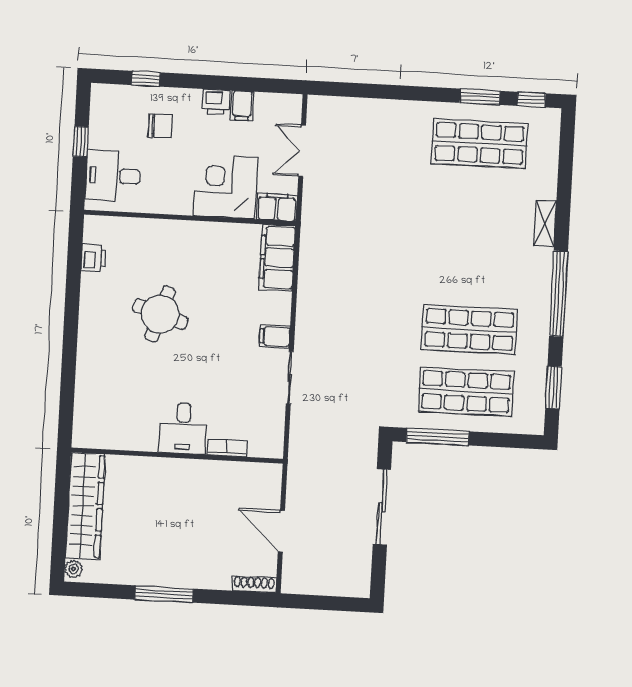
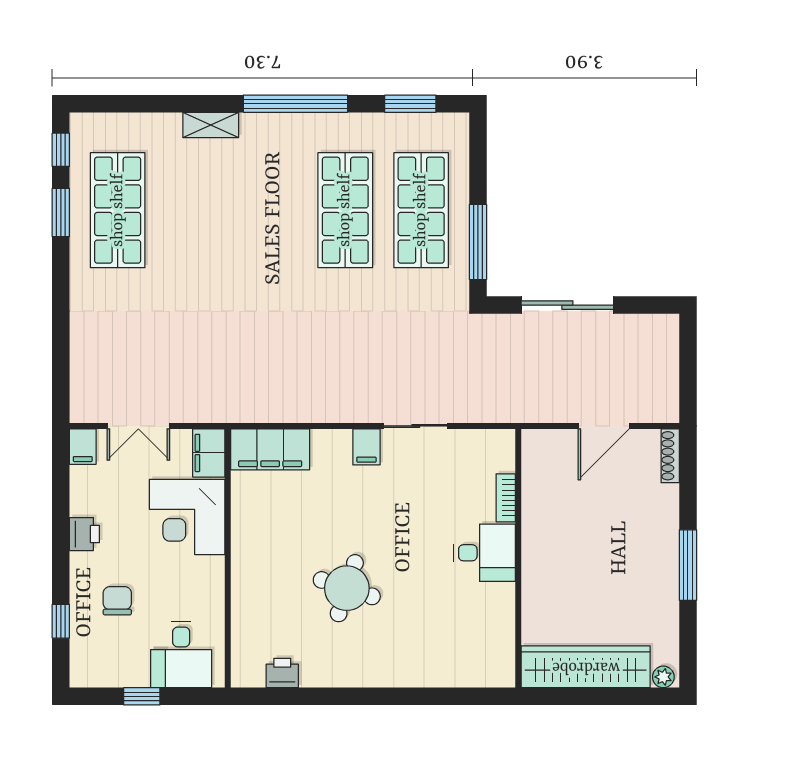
filing cabinet: (242, 106) -> (83, 447), moved, turned 90

